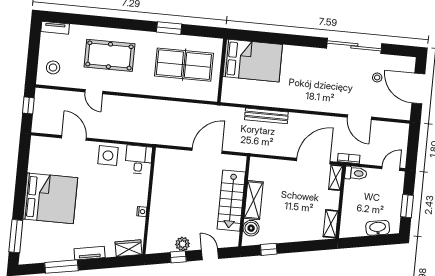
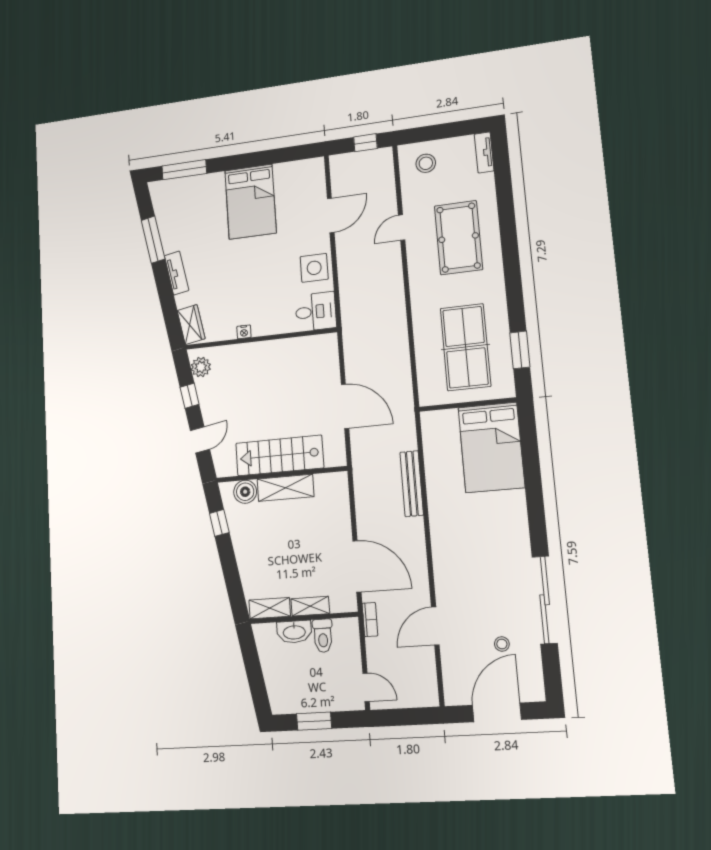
window: (169, 28) -> (520, 350), moved
toilet: (356, 173) -> (323, 636), moved
shelving: (336, 178) -> (310, 606), moved
bed: (50, 198) -> (251, 202), width x0.73
washbasin: (378, 228) -> (294, 632), moved, turned 100
plant: (183, 244) -> (201, 367), moved

